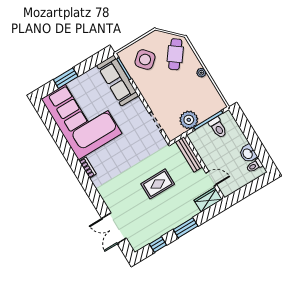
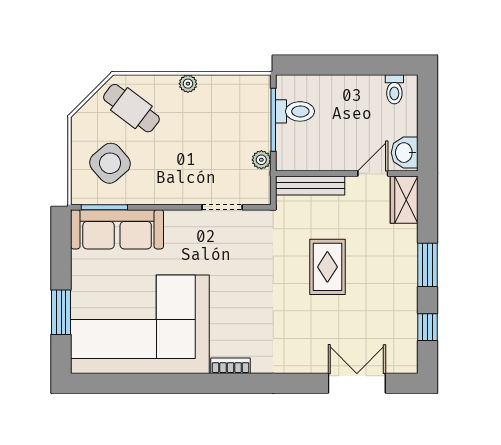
plant: (189, 120) -> (261, 160), width x0.53, depth x0.53
washbasin: (248, 154) -> (405, 153), moved, turned 90
double door: (114, 228) -> (357, 383), swing flipped

